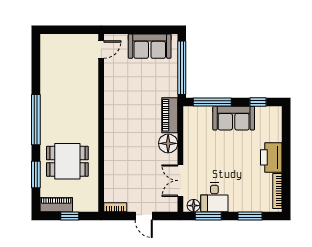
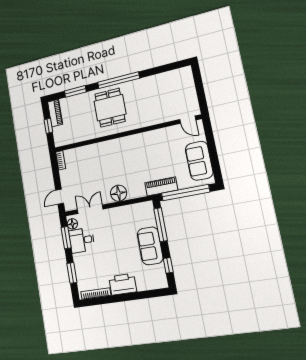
piano: (170, 115) -> (161, 186), moved
dining table: (67, 161) -> (110, 108), moved
door: (144, 216) -> (60, 197), moved

